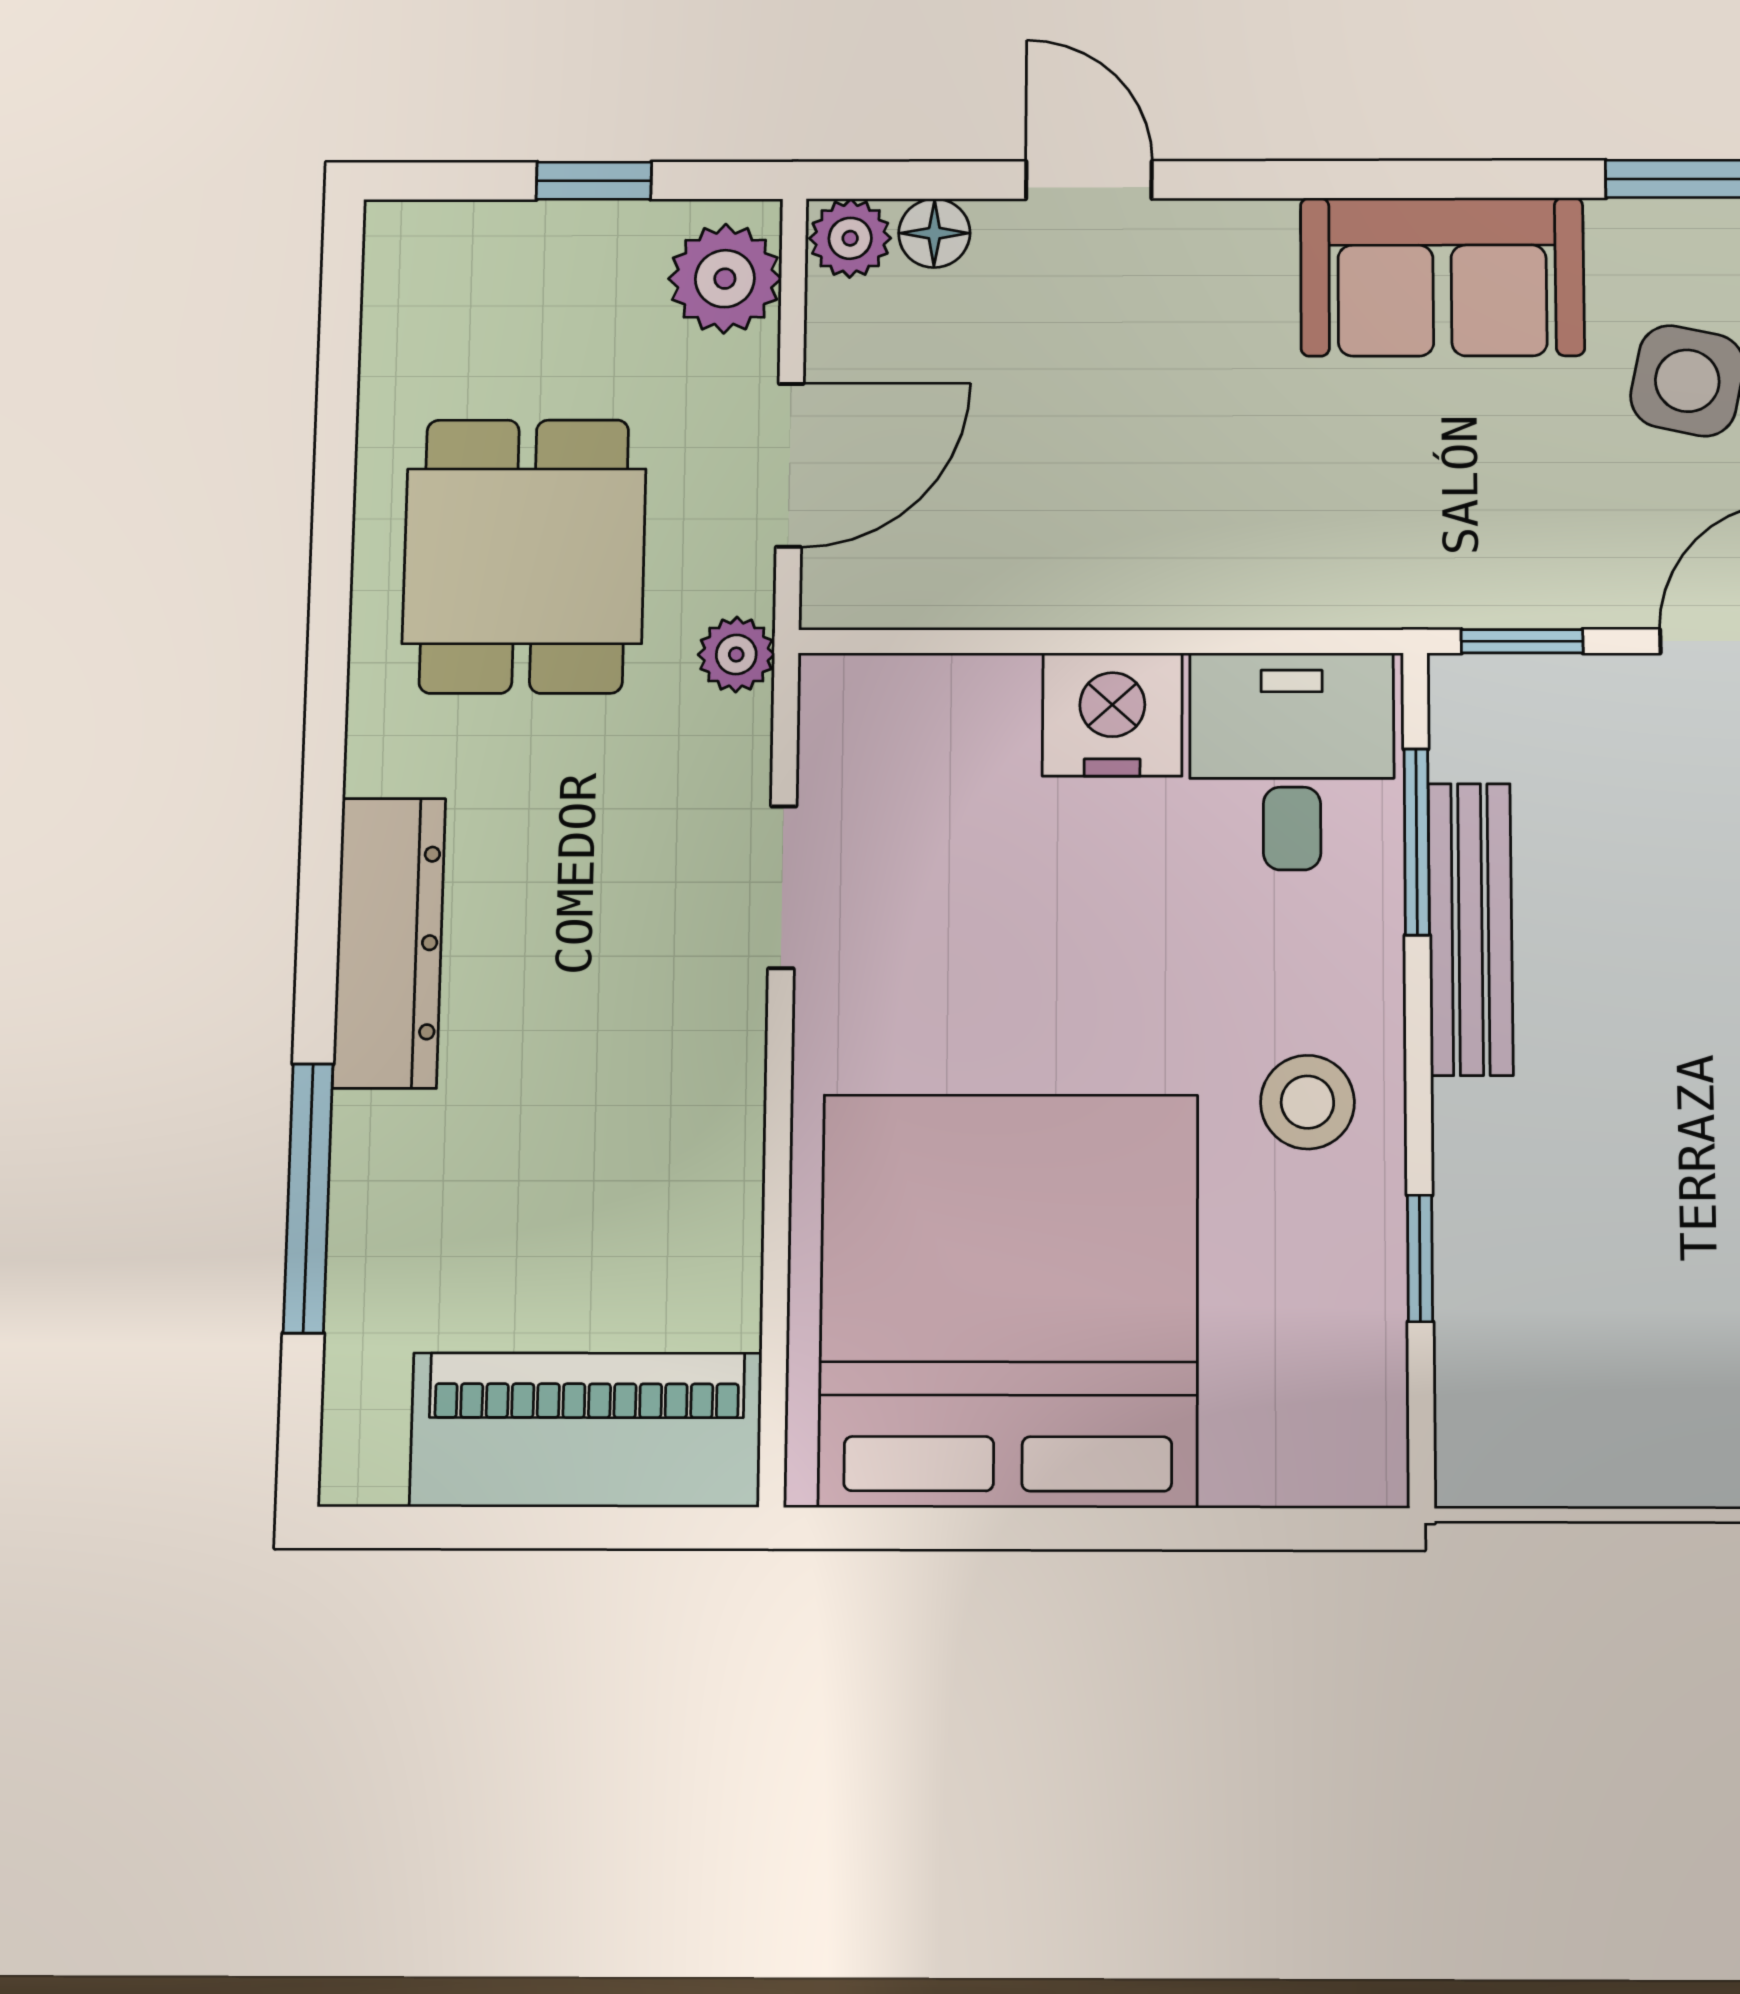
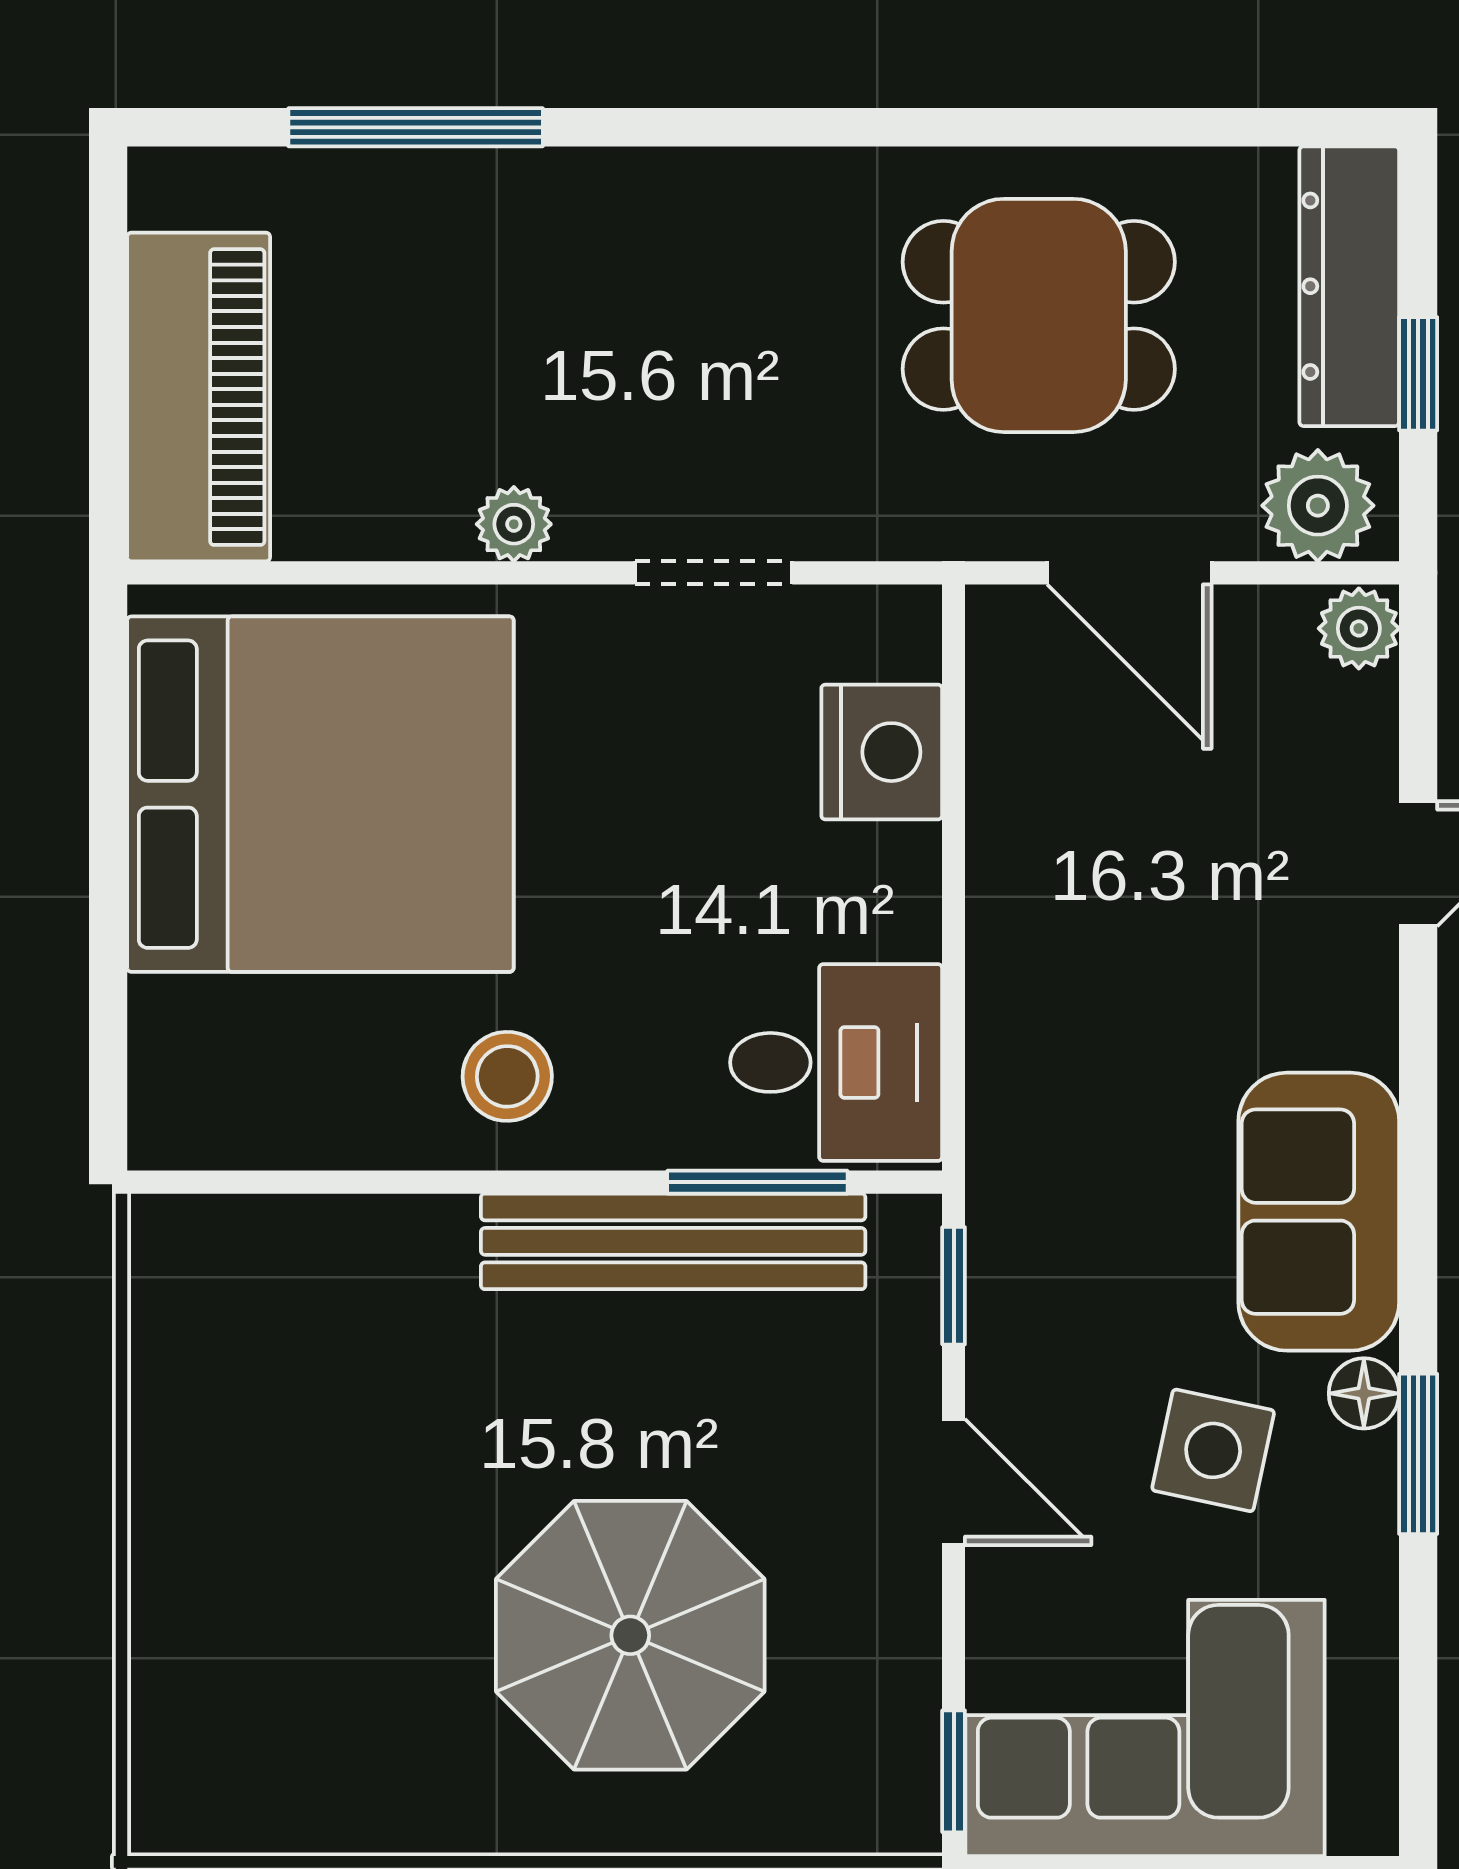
floor lamp: (934, 233) -> (1364, 1393), moved
plant: (736, 654) -> (514, 524), moved
nightstand: (1112, 714) -> (882, 752), moved
bench: (1470, 929) -> (673, 1241), width x1.37, depth x1.21
dresser: (389, 943) -> (1349, 286), moved, turned 90
window: (1420, 1258) -> (360, 1182), removed

